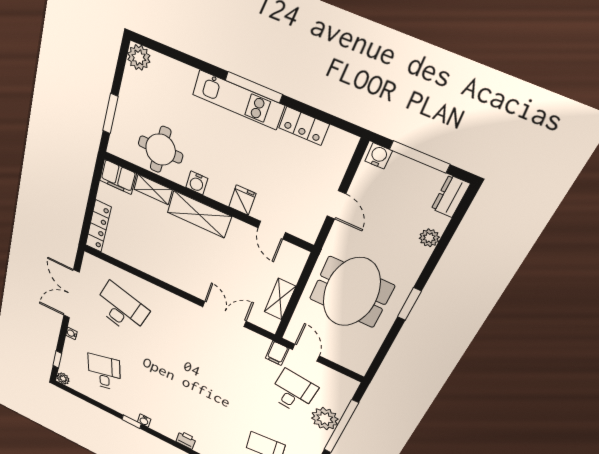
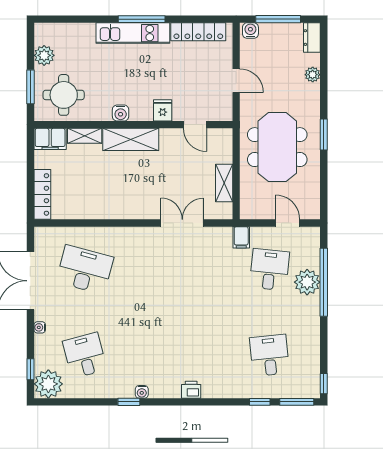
plant: (139, 58) -> (44, 55), moved
locker: (304, 126) -> (198, 32), width x1.53
round table: (161, 150) -> (64, 95), moved
door: (306, 353) -> (288, 223), moved
plant: (63, 379) -> (48, 384), width x1.88, depth x1.88

